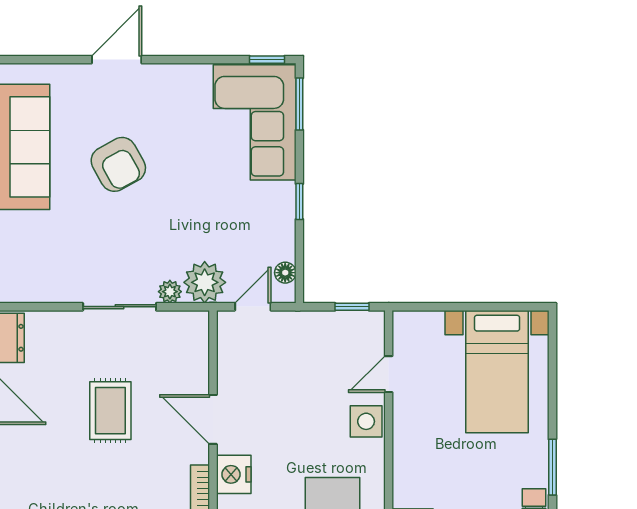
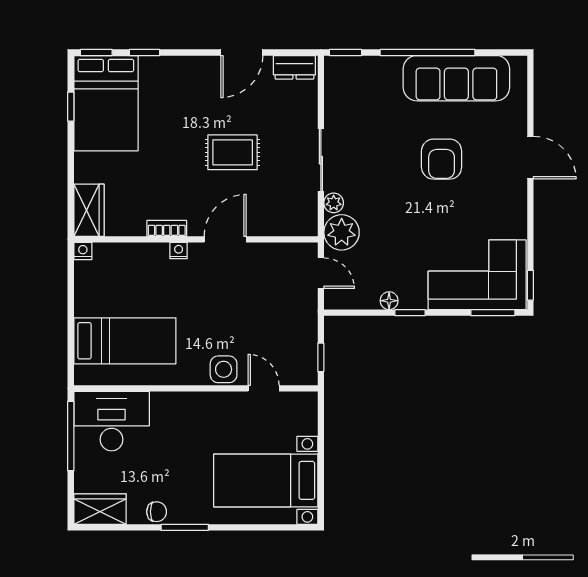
armchair: (118, 164) -> (442, 159), turned -61
floor lamp: (285, 273) -> (389, 301), moved
nightstand: (234, 474) -> (179, 251), width x0.53, depth x0.56

